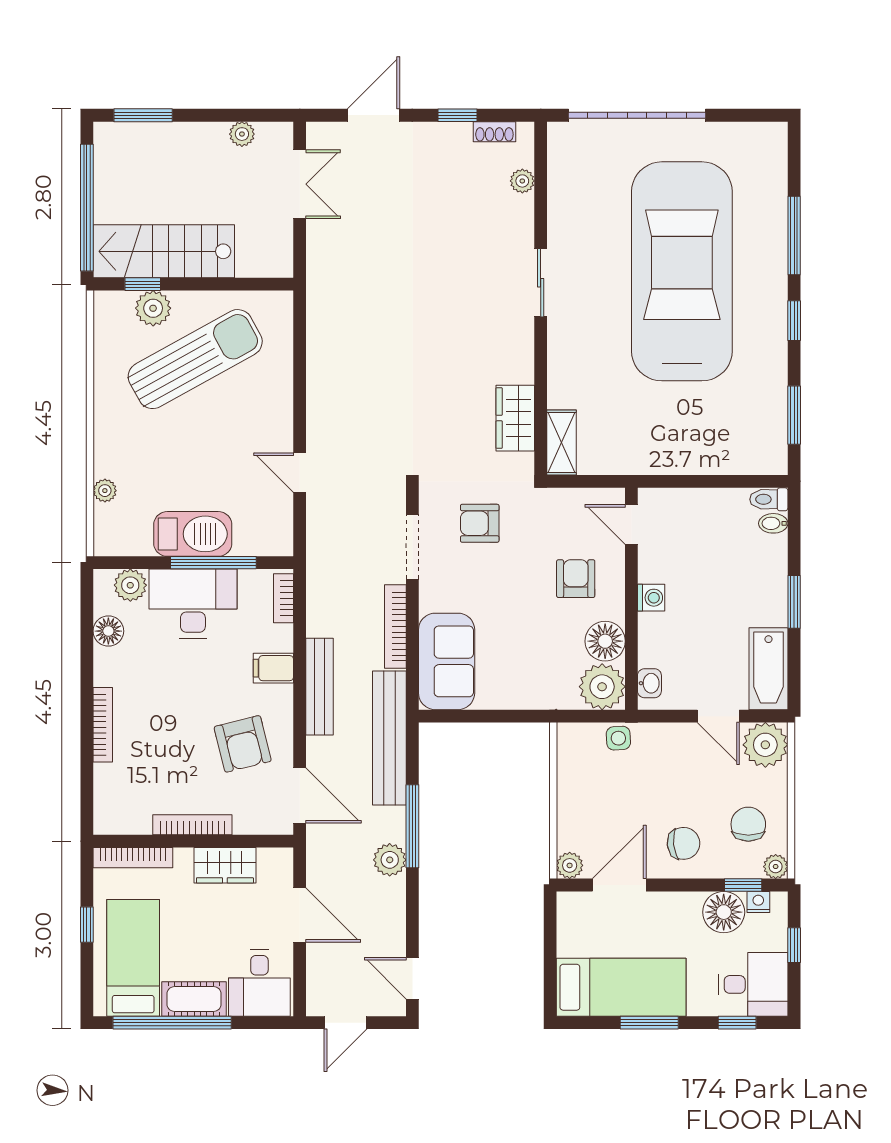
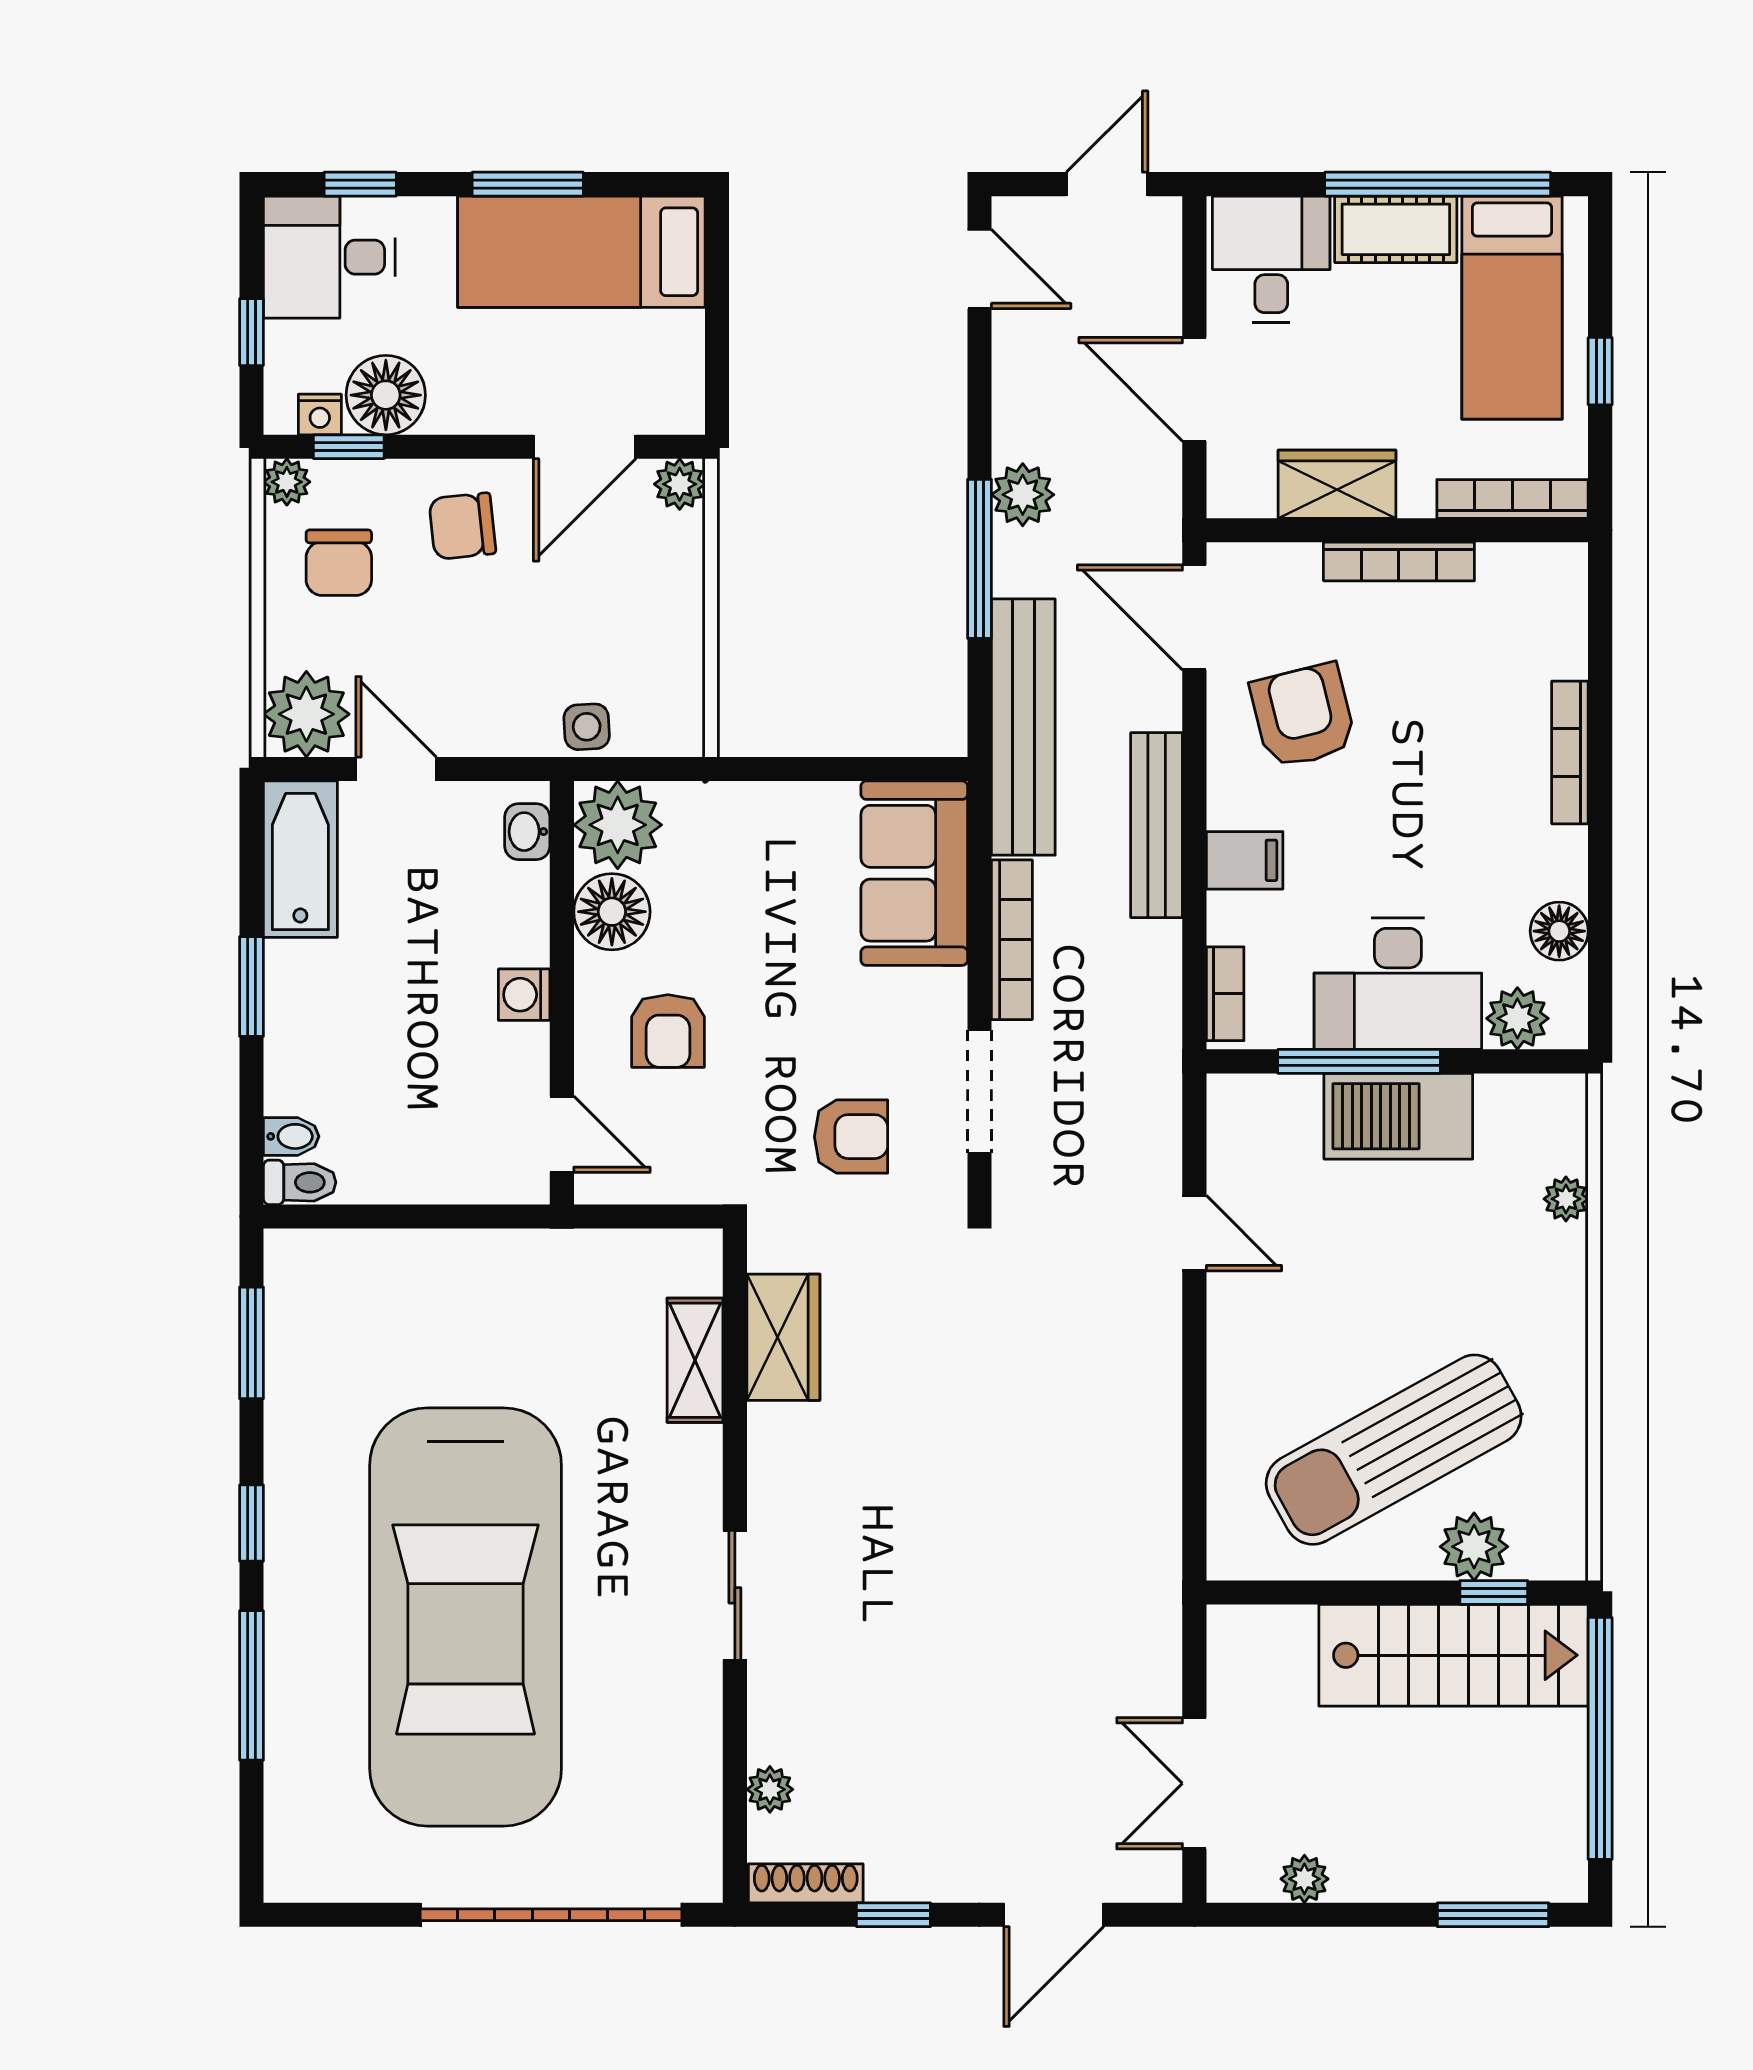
shoe rack: (494, 132) -> (806, 1883), width x1.43
shelving: (562, 443) -> (695, 1360), moved

